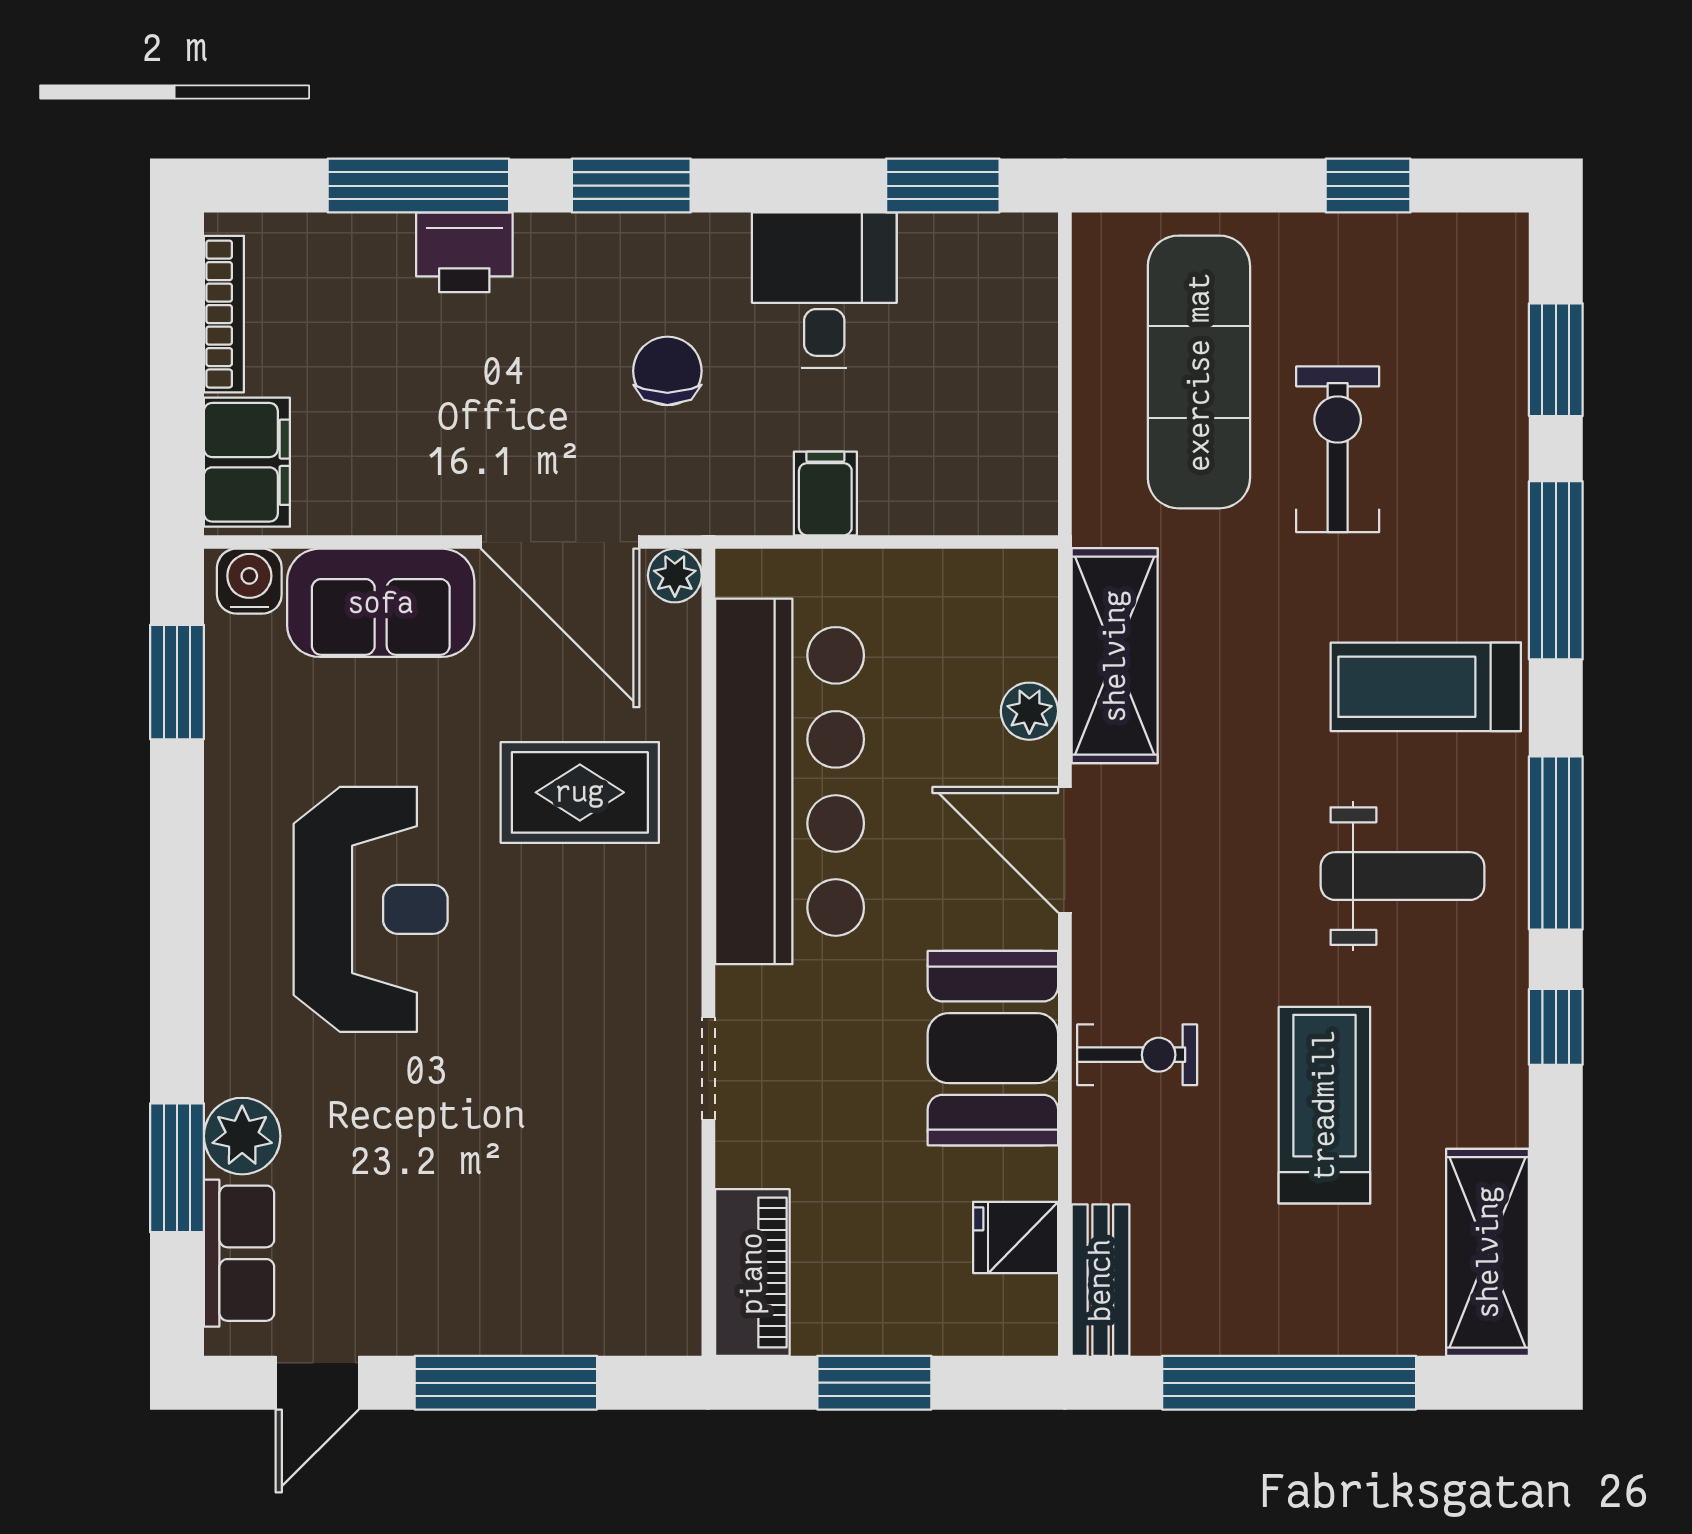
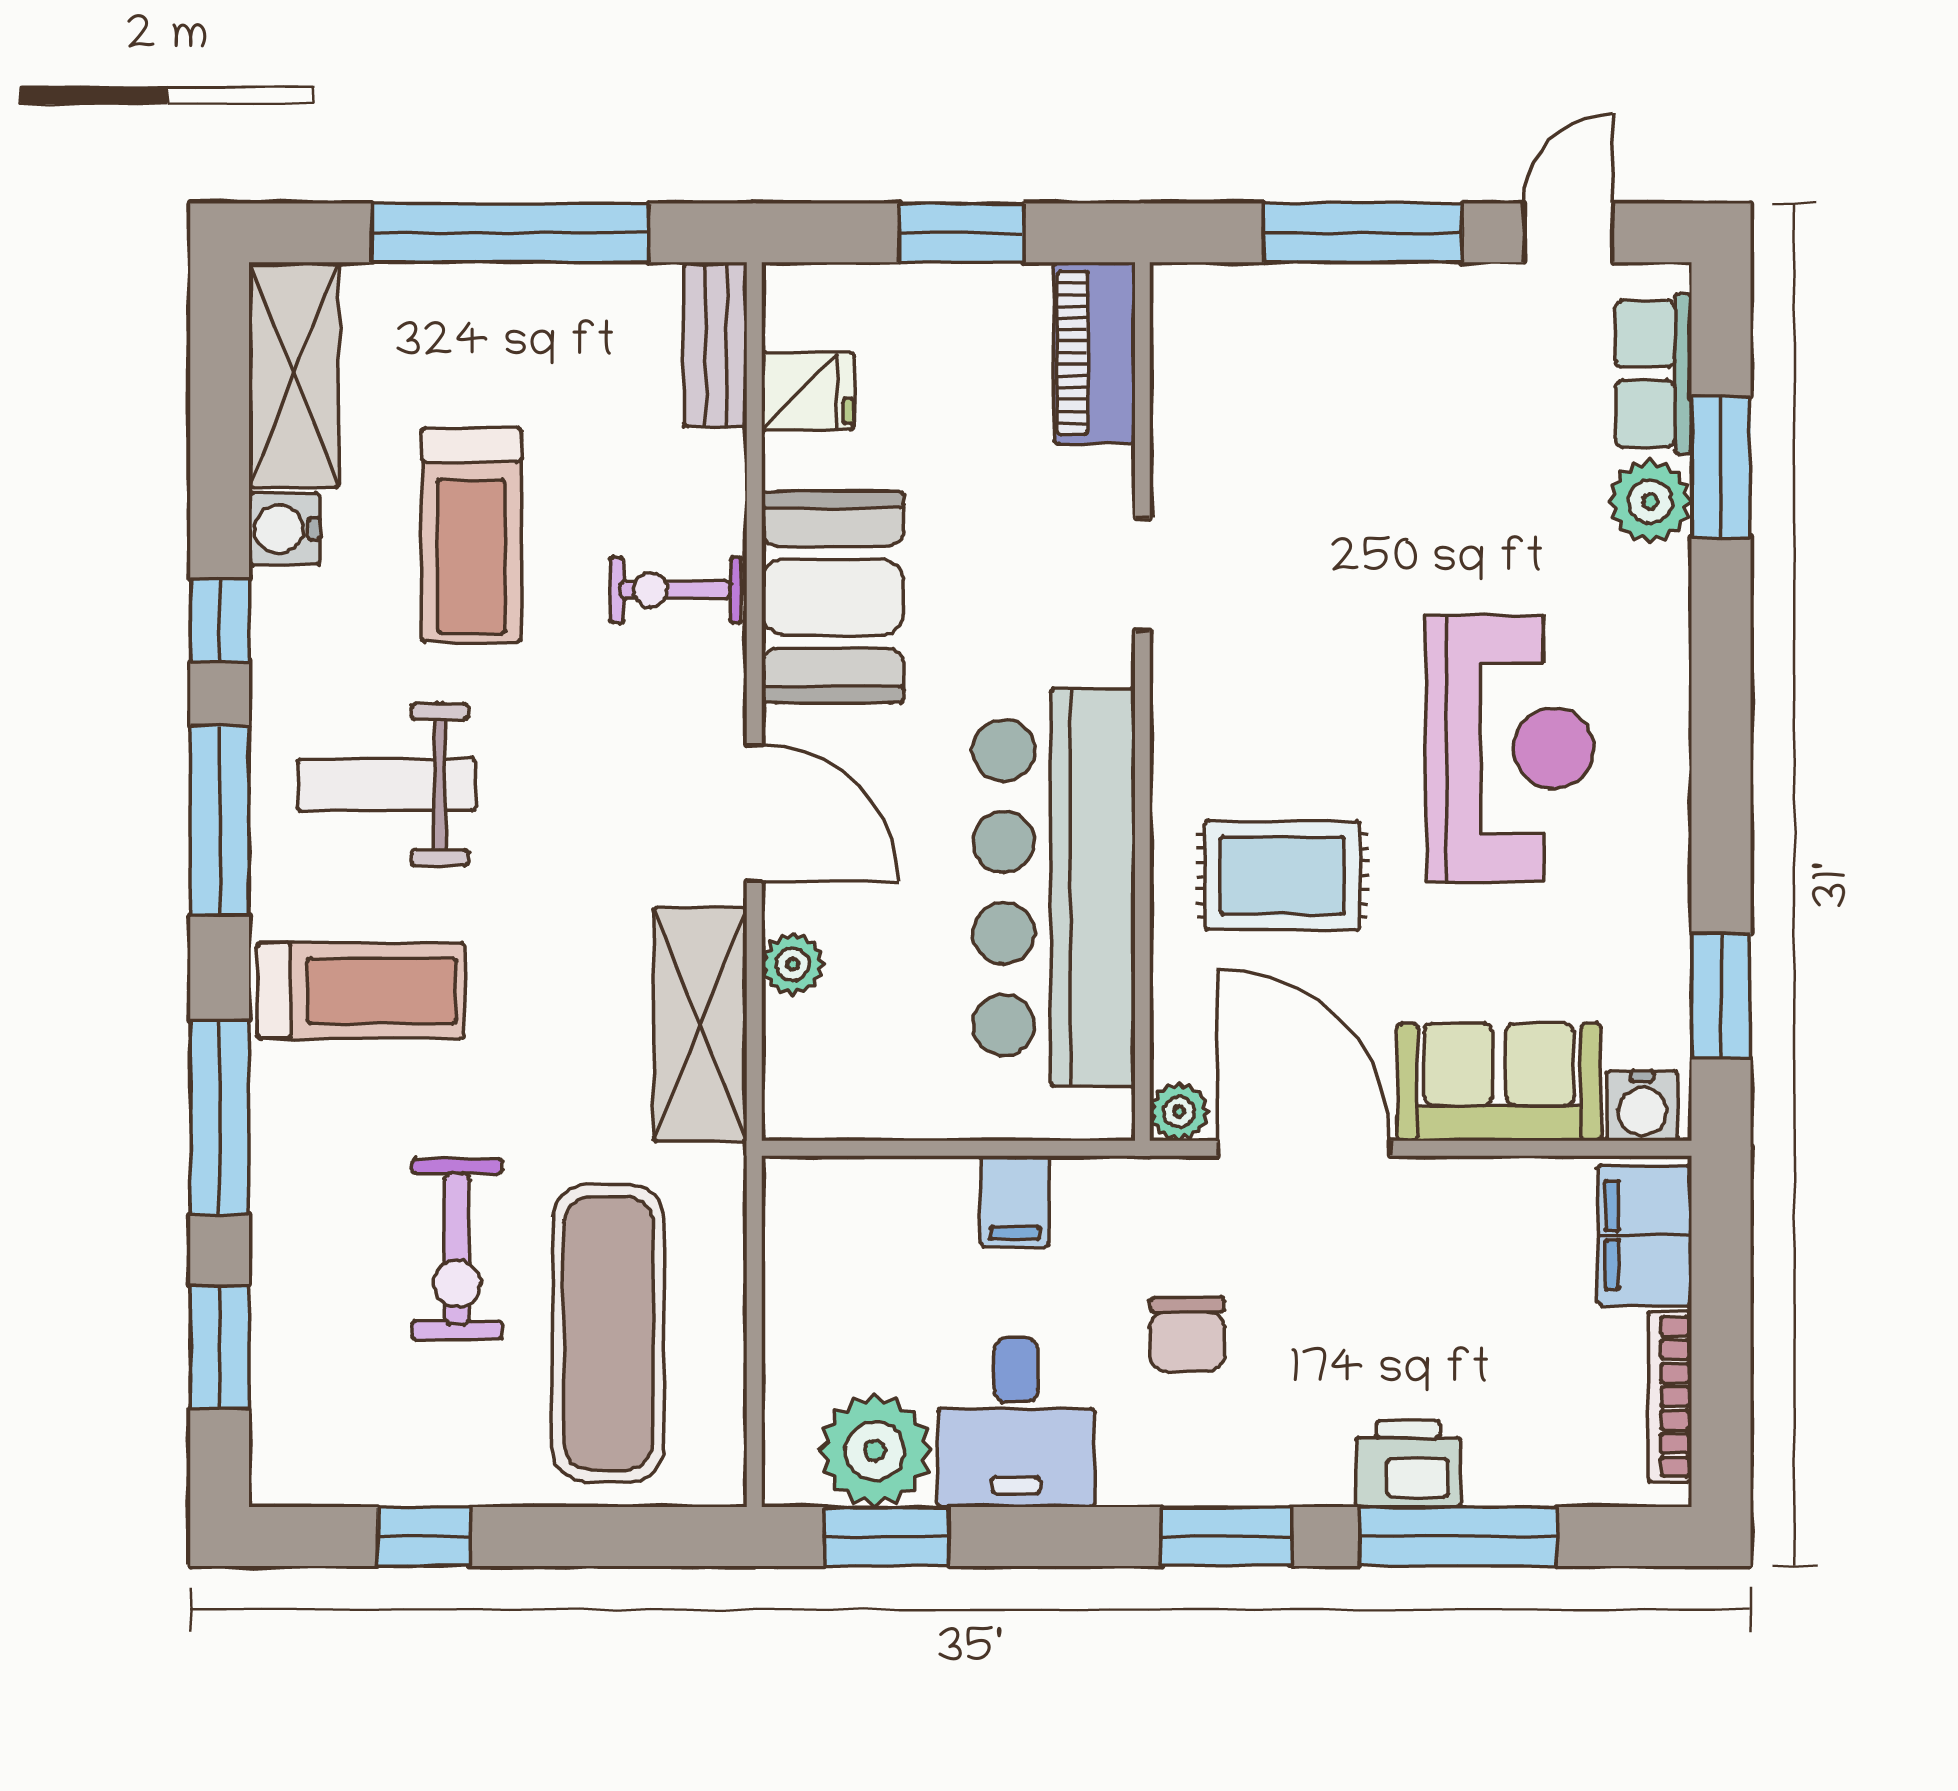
plant: (954, 264) -> (875, 1451), added
reception desk: (371, 909) -> (1510, 748), turned 180
water cooler: (1496, 1111) -> (284, 529), added

